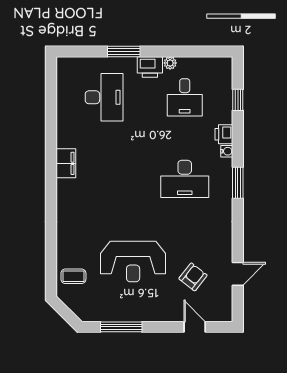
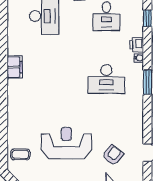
reception desk: (133, 262) -> (66, 143), turned 180

